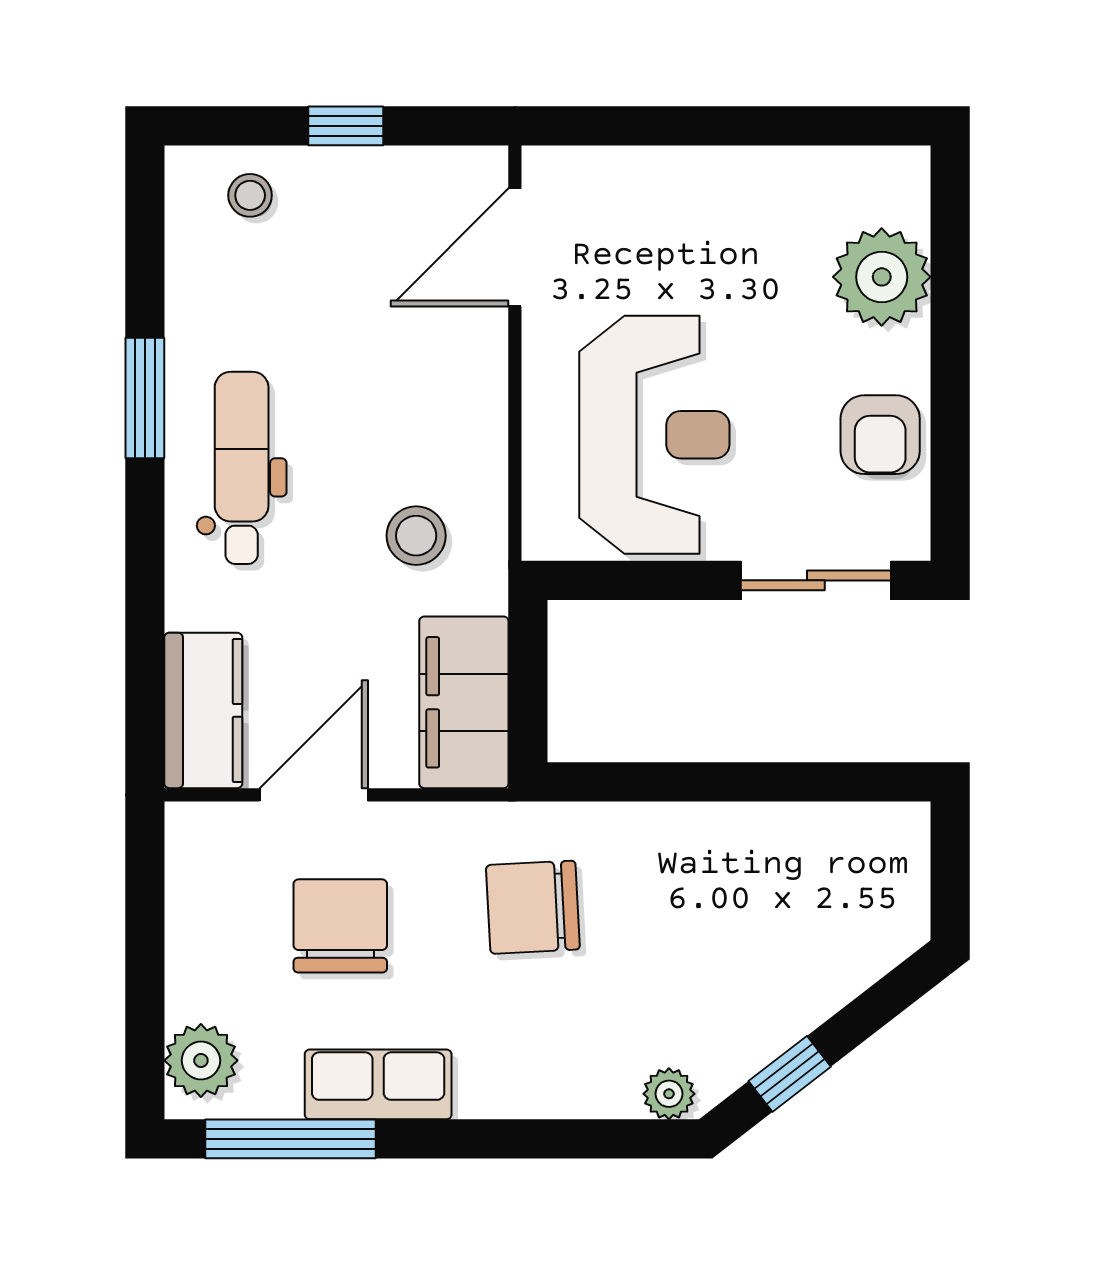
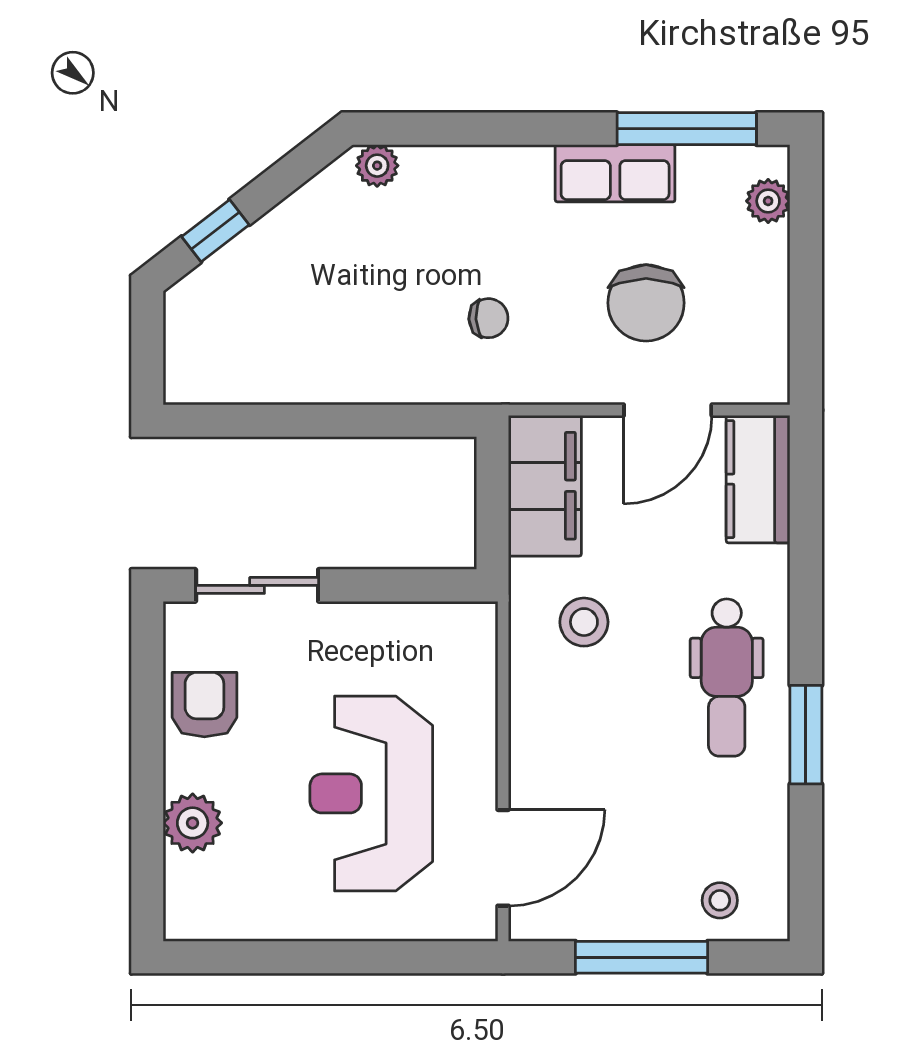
window: (346, 126) -> (642, 957), width x2.17
plant: (882, 277) -> (193, 823), width x0.73, depth x0.73
reception desk: (654, 435) -> (371, 793), moved
chair: (533, 907) -> (488, 318), width x0.54, depth x0.54
plant: (201, 1060) -> (768, 201), width x0.73, depth x0.73
window: (790, 1074) -> (215, 231), moved

